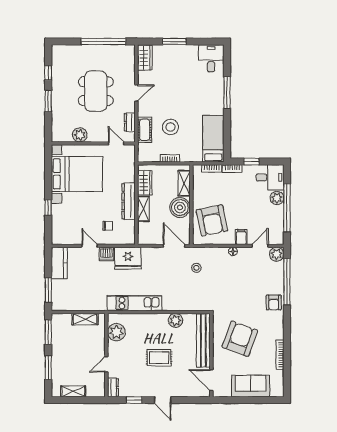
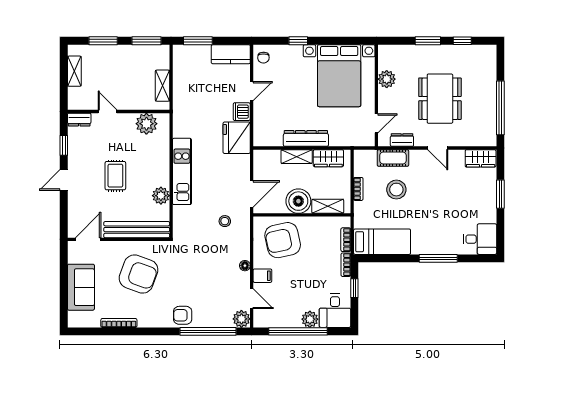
dining table: (96, 91) -> (440, 99), turned 90
chair: (108, 226) -> (263, 58), moved
kitchen unit: (135, 303) -> (182, 171), moved

